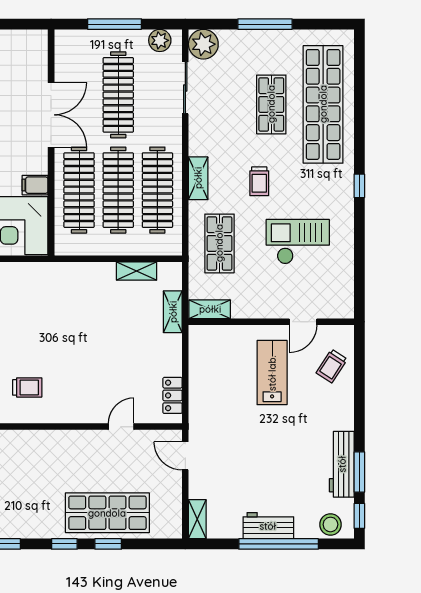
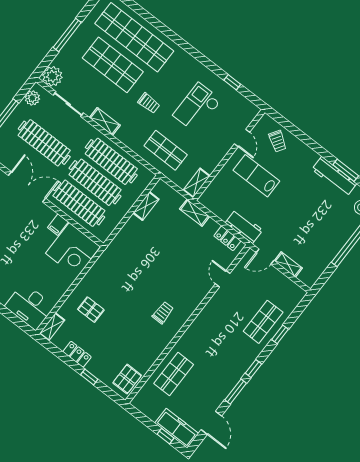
shop shelf: (271, 104) -> (113, 65), width x1.43, depth x1.36
shelving: (198, 178) -> (105, 121), moved
window: (359, 186) -> (232, 82), moved
shelving: (173, 312) -> (195, 213), moved
shop shelf: (107, 513) -> (263, 322), width x0.70, depth x0.74
shelving: (197, 519) -> (288, 264), moved
workbench: (268, 526) -> (244, 226), moved, turned 90
window: (64, 544) -> (253, 369), moved

